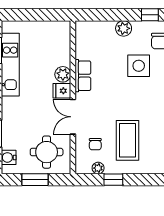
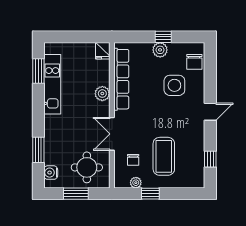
window: (150, 15) -> (163, 37), moved
row of seats: (83, 76) -> (121, 79), width x2.02
fridge: (62, 91) -> (103, 51), moved, turned -90

